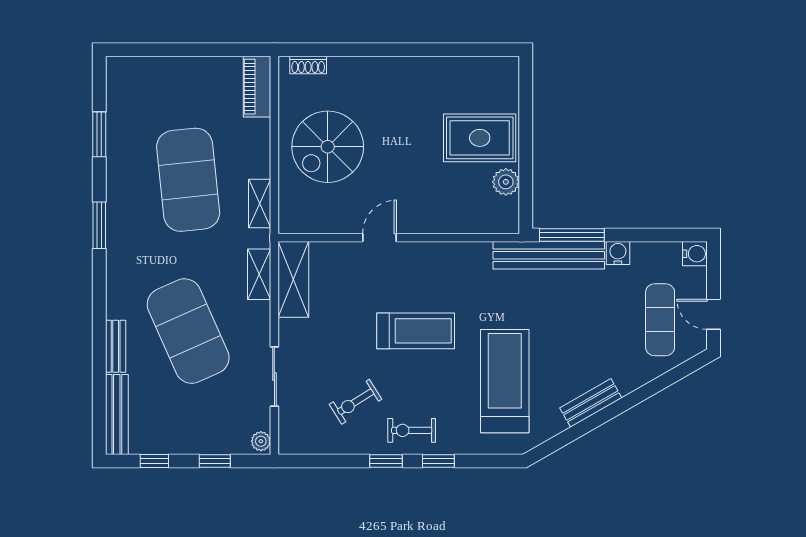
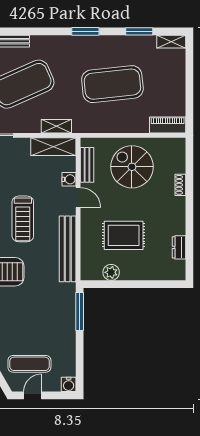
shoe rack: (308, 65) -> (180, 185), moved
dresser: (464, 67) -> (179, 247), added
rug: (480, 138) -> (124, 235), moved, turned 90
shelving: (260, 204) -> (171, 42), moved
bench: (324, 223) -> (87, 165), added
water cooler: (618, 253) -> (69, 179), moved
bench: (549, 255) -> (68, 249), moved

